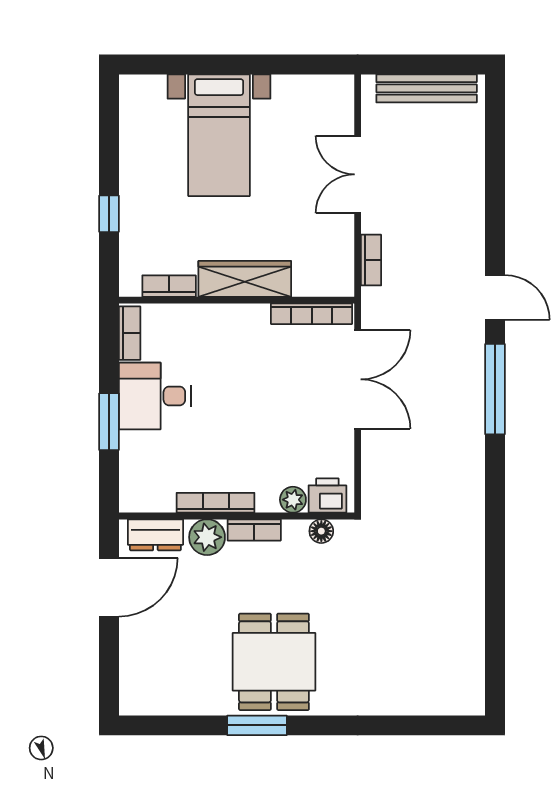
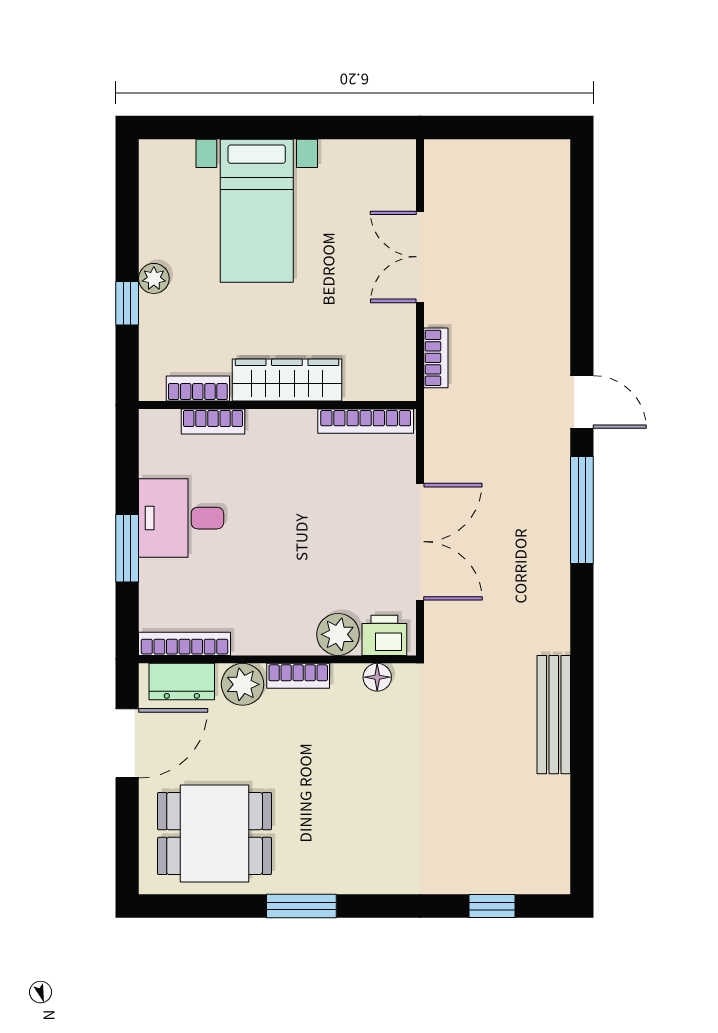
bench: (427, 88) -> (554, 715), moved, turned 90
plant: (132, 193) -> (154, 278), added
bookcase: (130, 333) -> (213, 421), moved, turned 90
double door: (358, 379) -> (420, 542), moved
plant: (293, 500) -> (338, 634), width x1.38, depth x1.38
bookcase: (216, 503) -> (185, 644), moved
dining table: (274, 662) -> (215, 834), moved, turned 90
window: (419, 725) -> (492, 906), added

